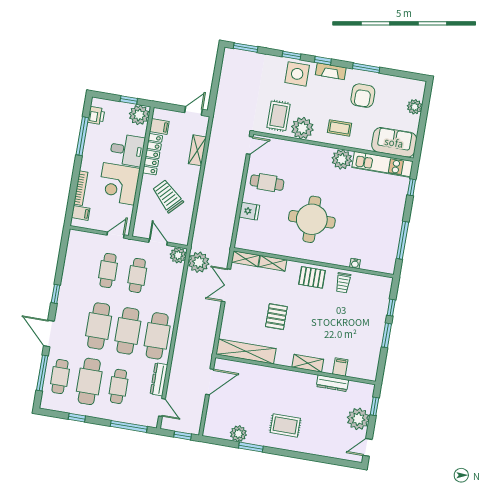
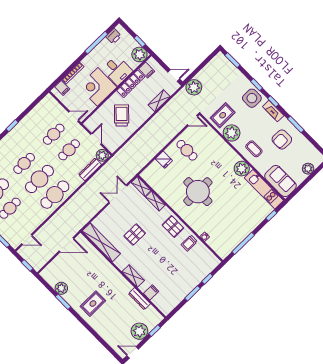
plant: (199, 262) -> (194, 87), moved
cafe table: (99, 326) -> (24, 163), width x0.73, depth x0.74
dresser: (159, 379) -> (90, 169), moved
door: (162, 407) -> (27, 240), hinge flipped
rug: (285, 425) -> (93, 304), turned 90

